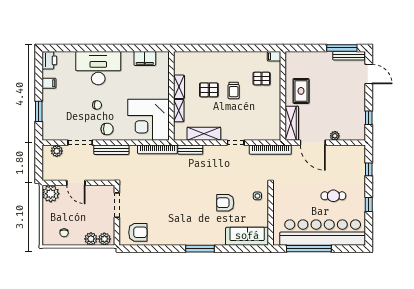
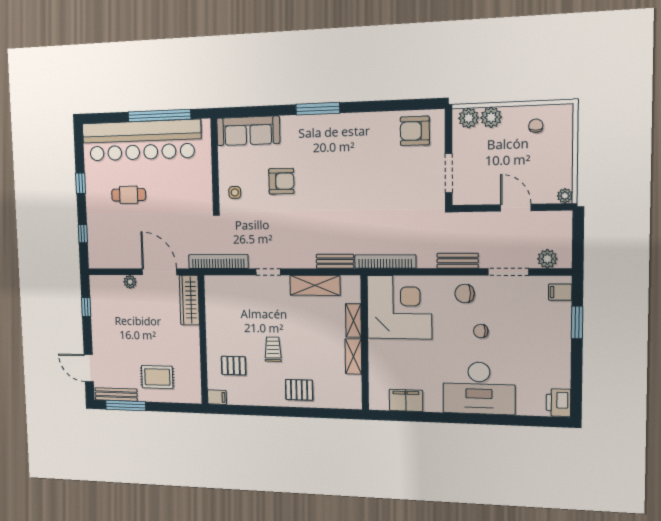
filing cabinet: (49, 83) -> (560, 292), moved
pallet: (209, 90) -> (299, 390), moved
rug: (301, 91) -> (157, 377), moved, turned 90
bench: (111, 150) -> (458, 261), width x0.73
plant: (51, 194) -> (565, 196), width x0.53, depth x0.53

